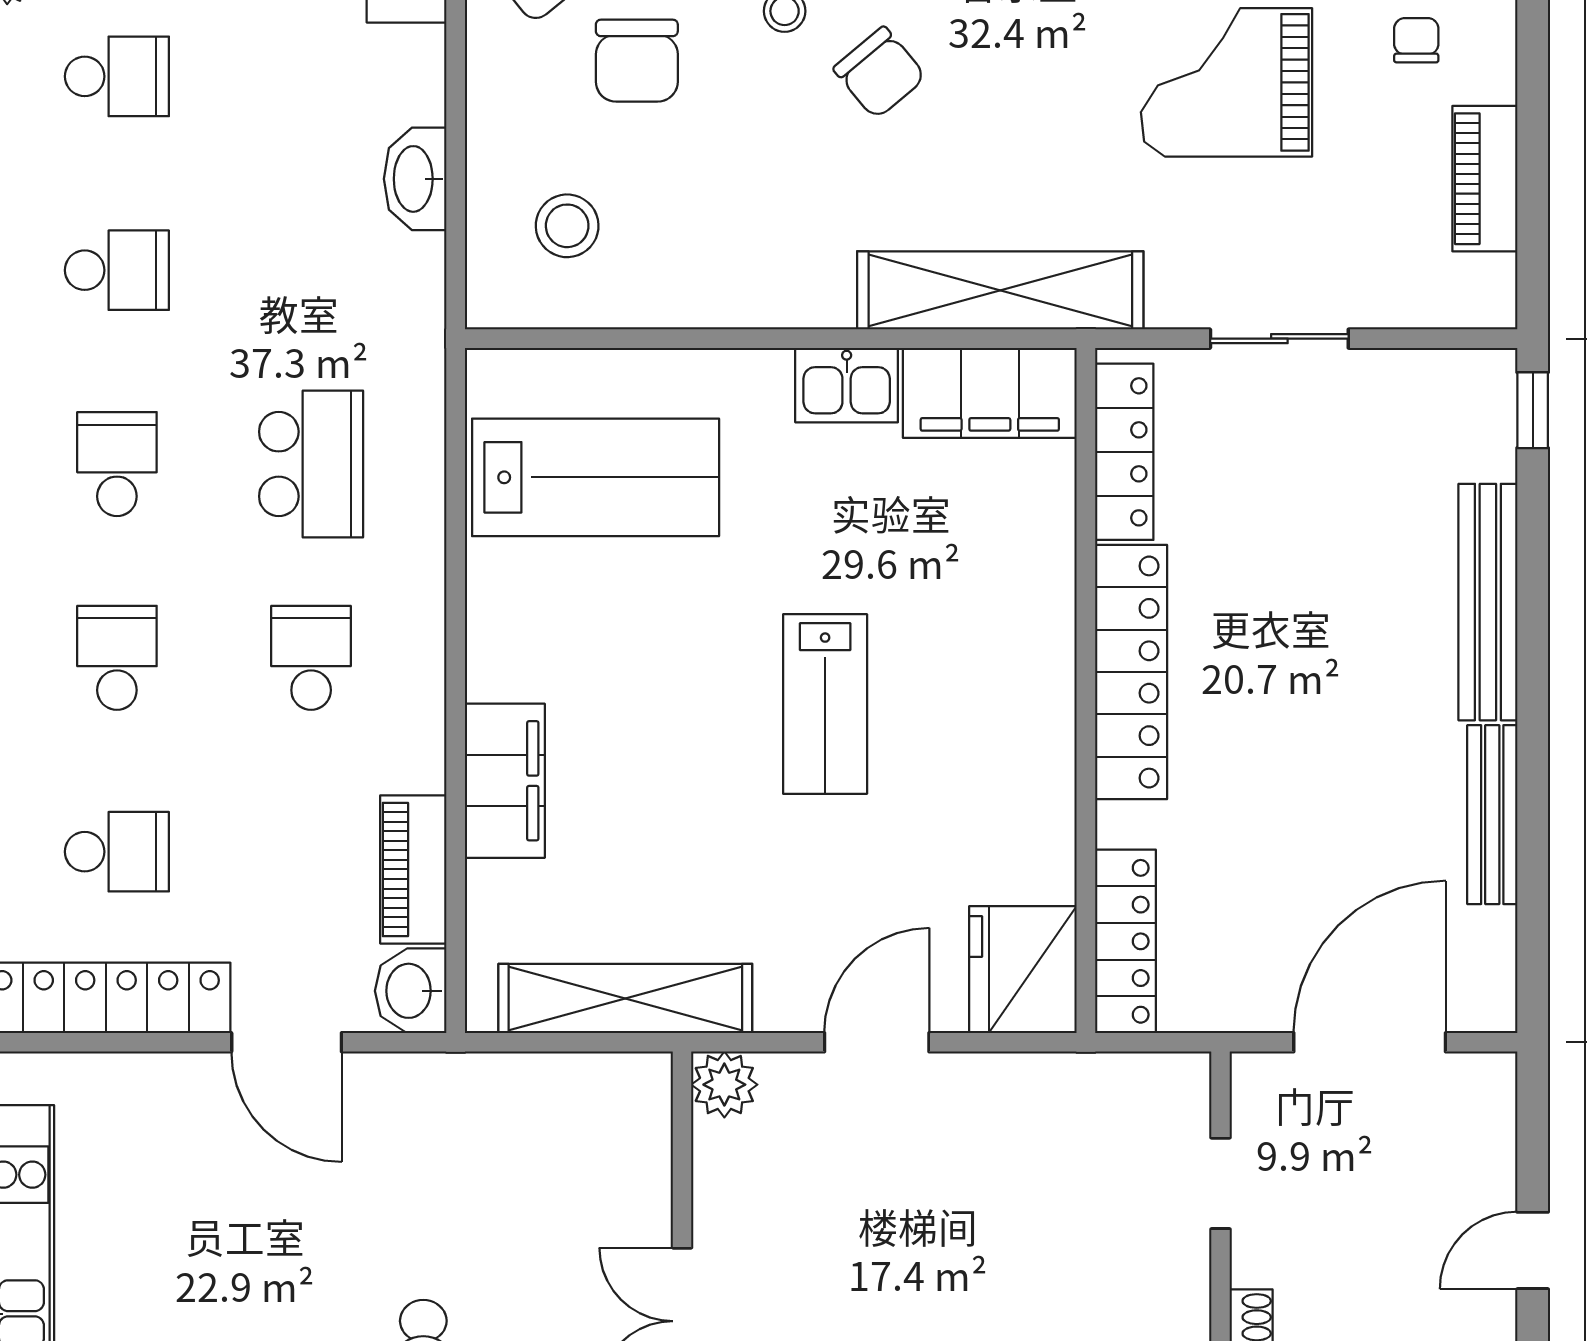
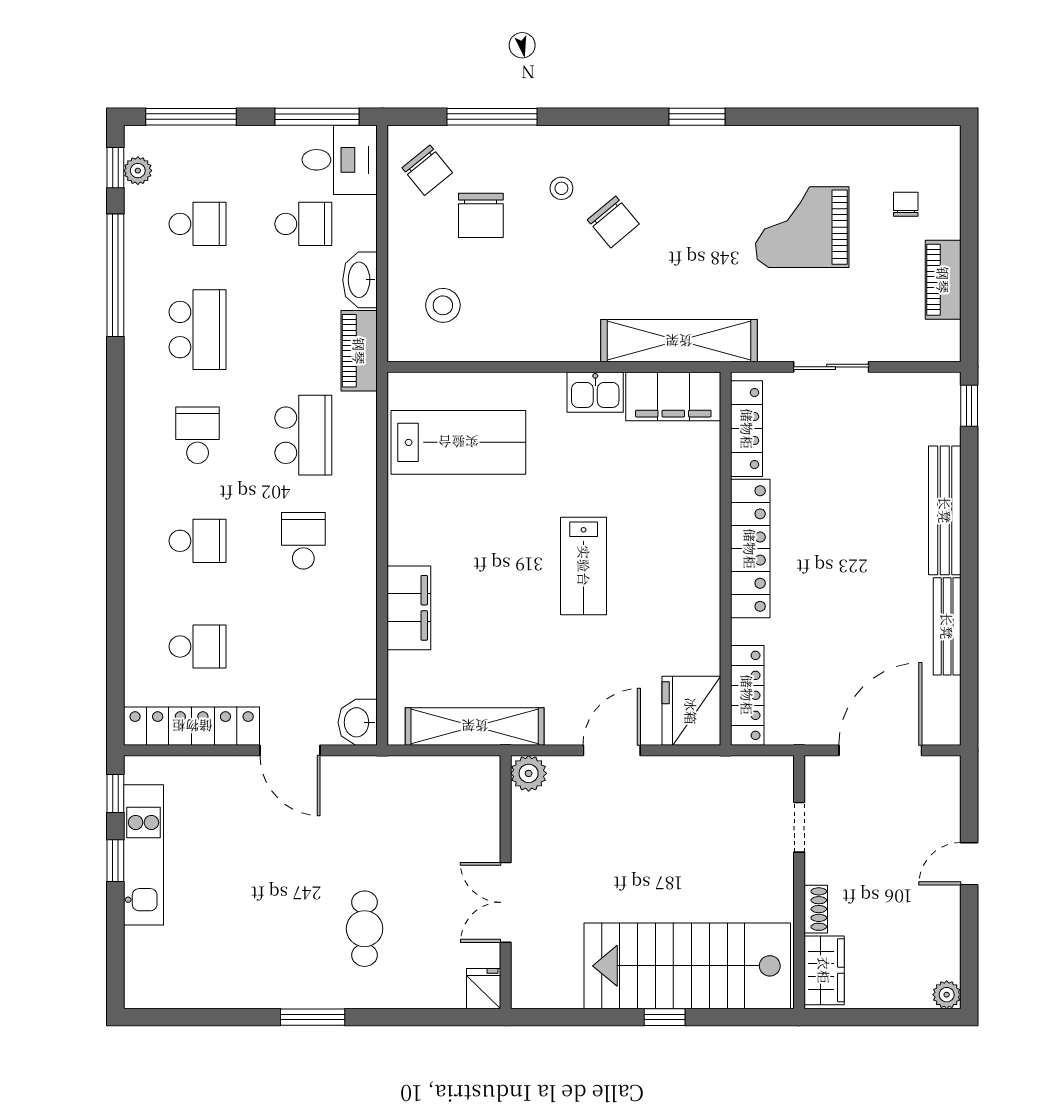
school desk: (311, 76) -> (303, 224), added
school desk: (117, 270) -> (198, 330), width x1.85
school desk: (117, 658) -> (198, 541), turned 90
piano: (413, 869) -> (359, 351), moved

